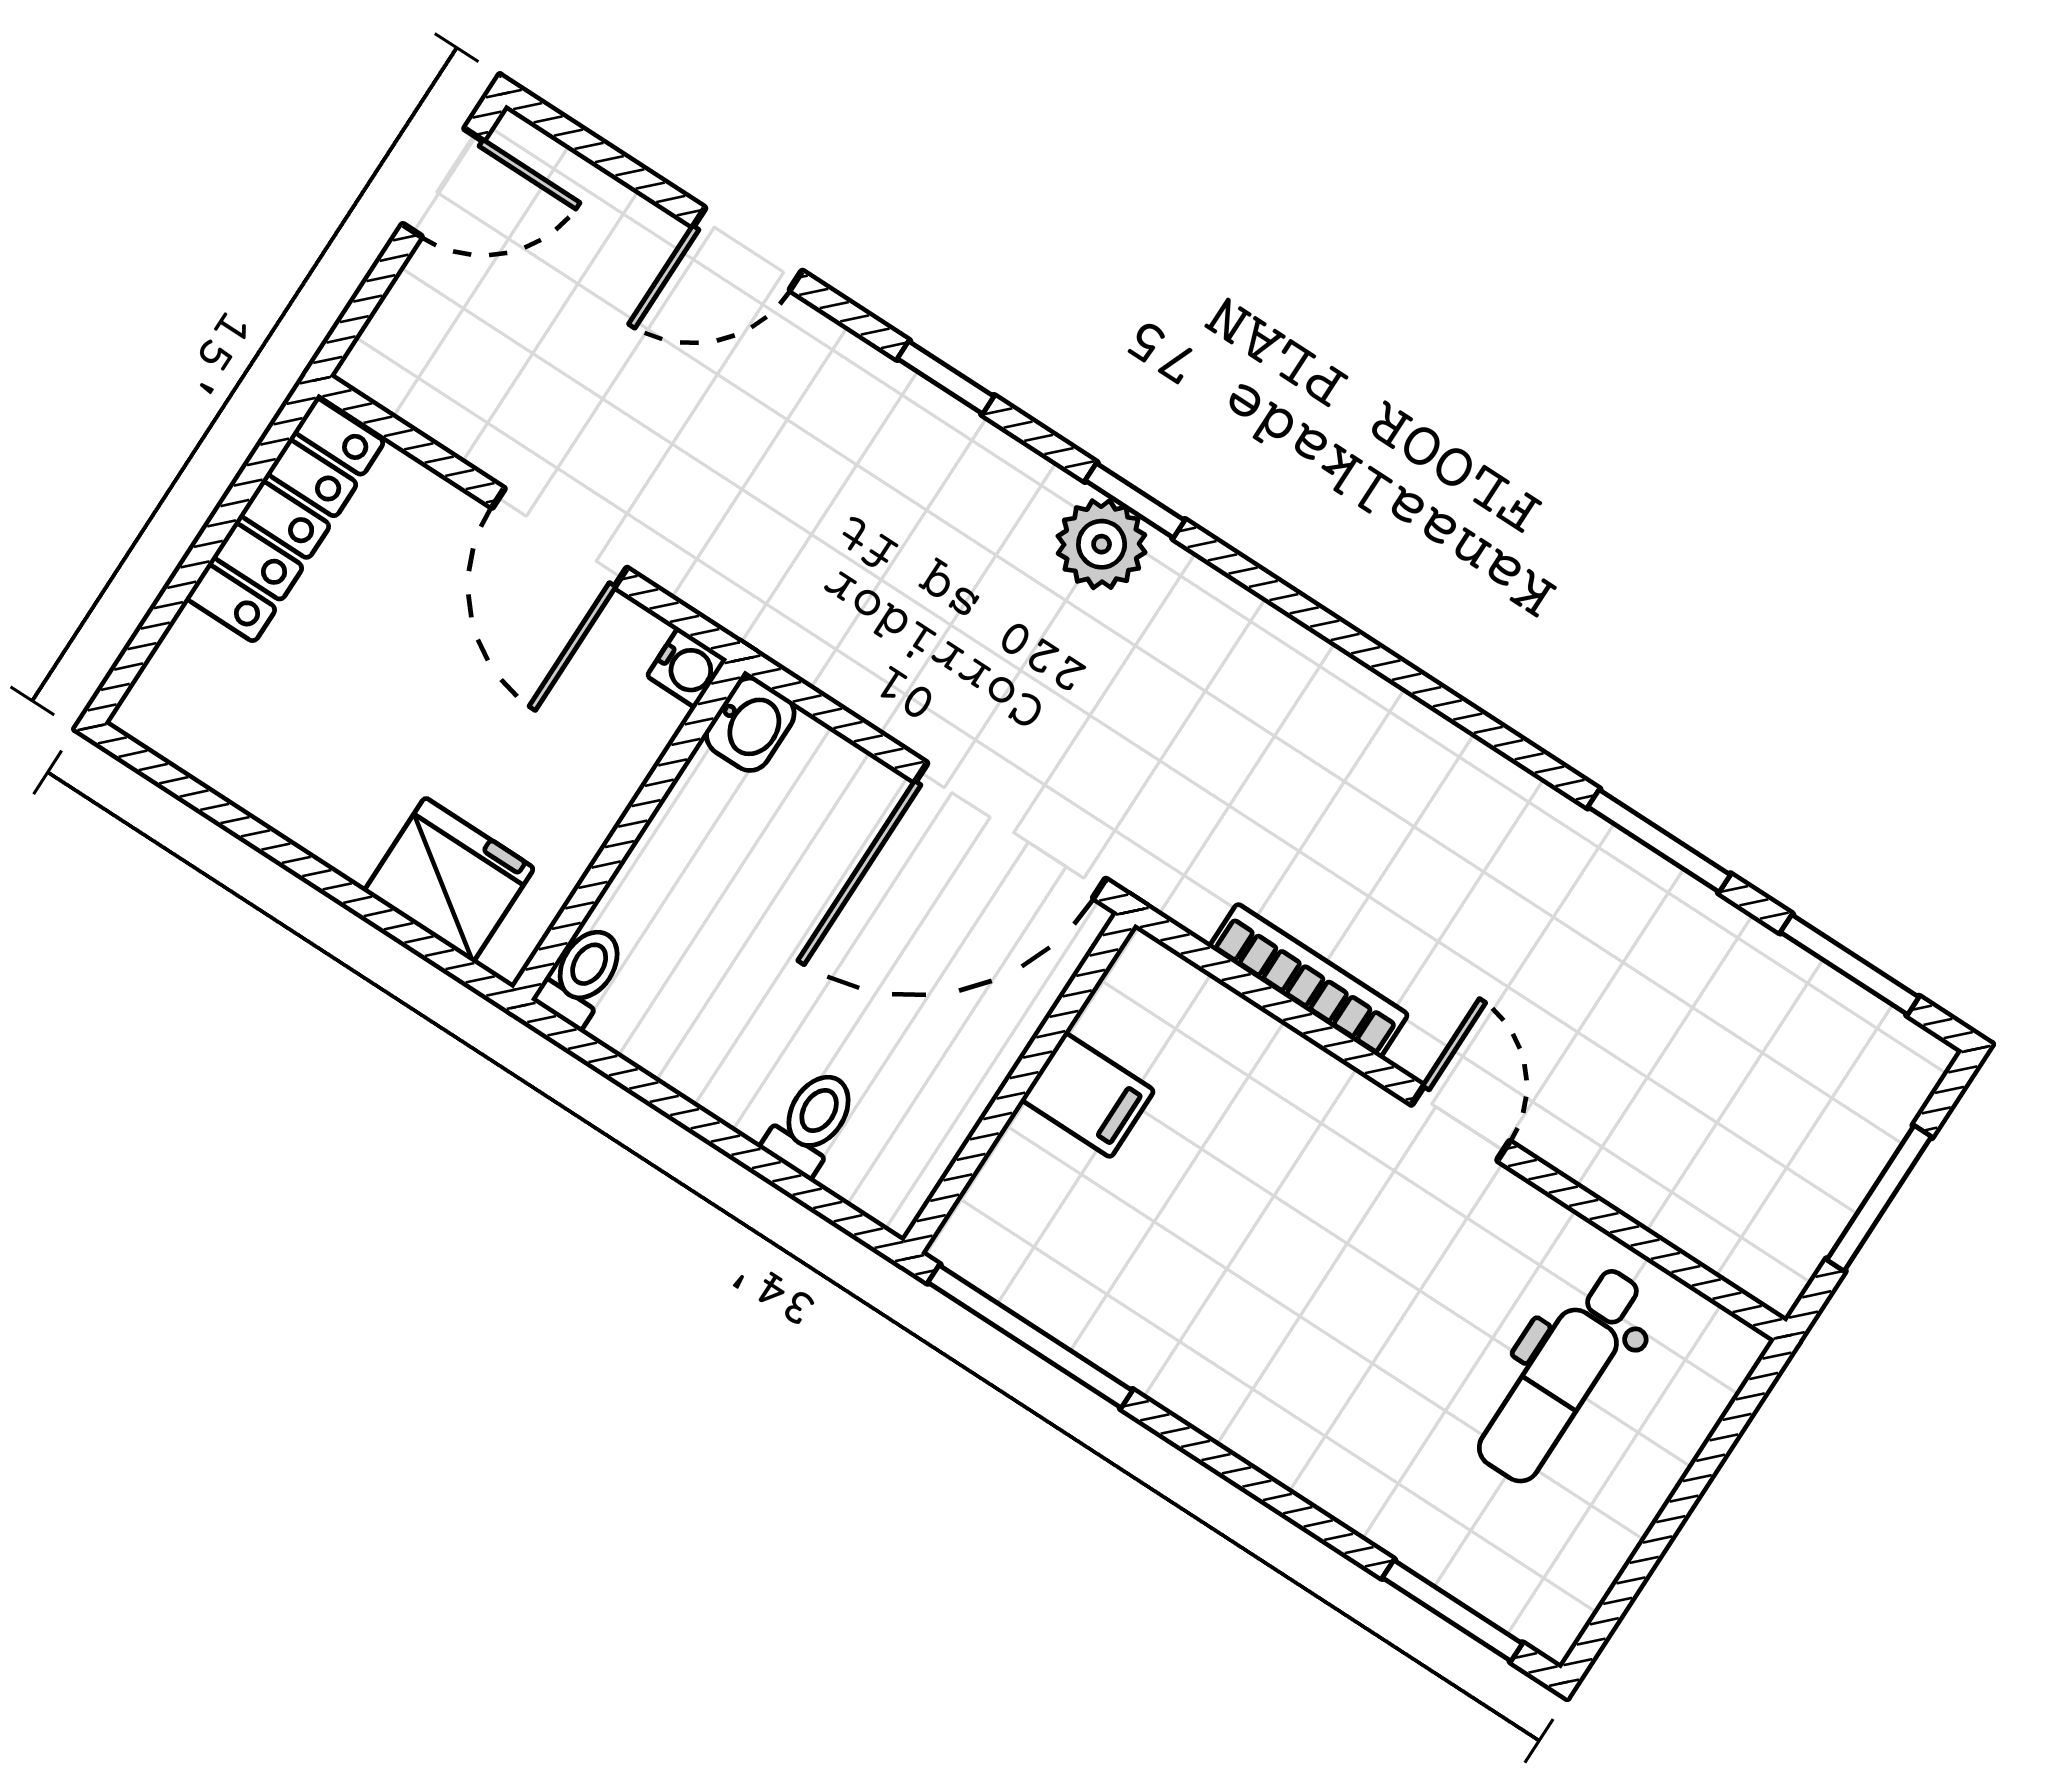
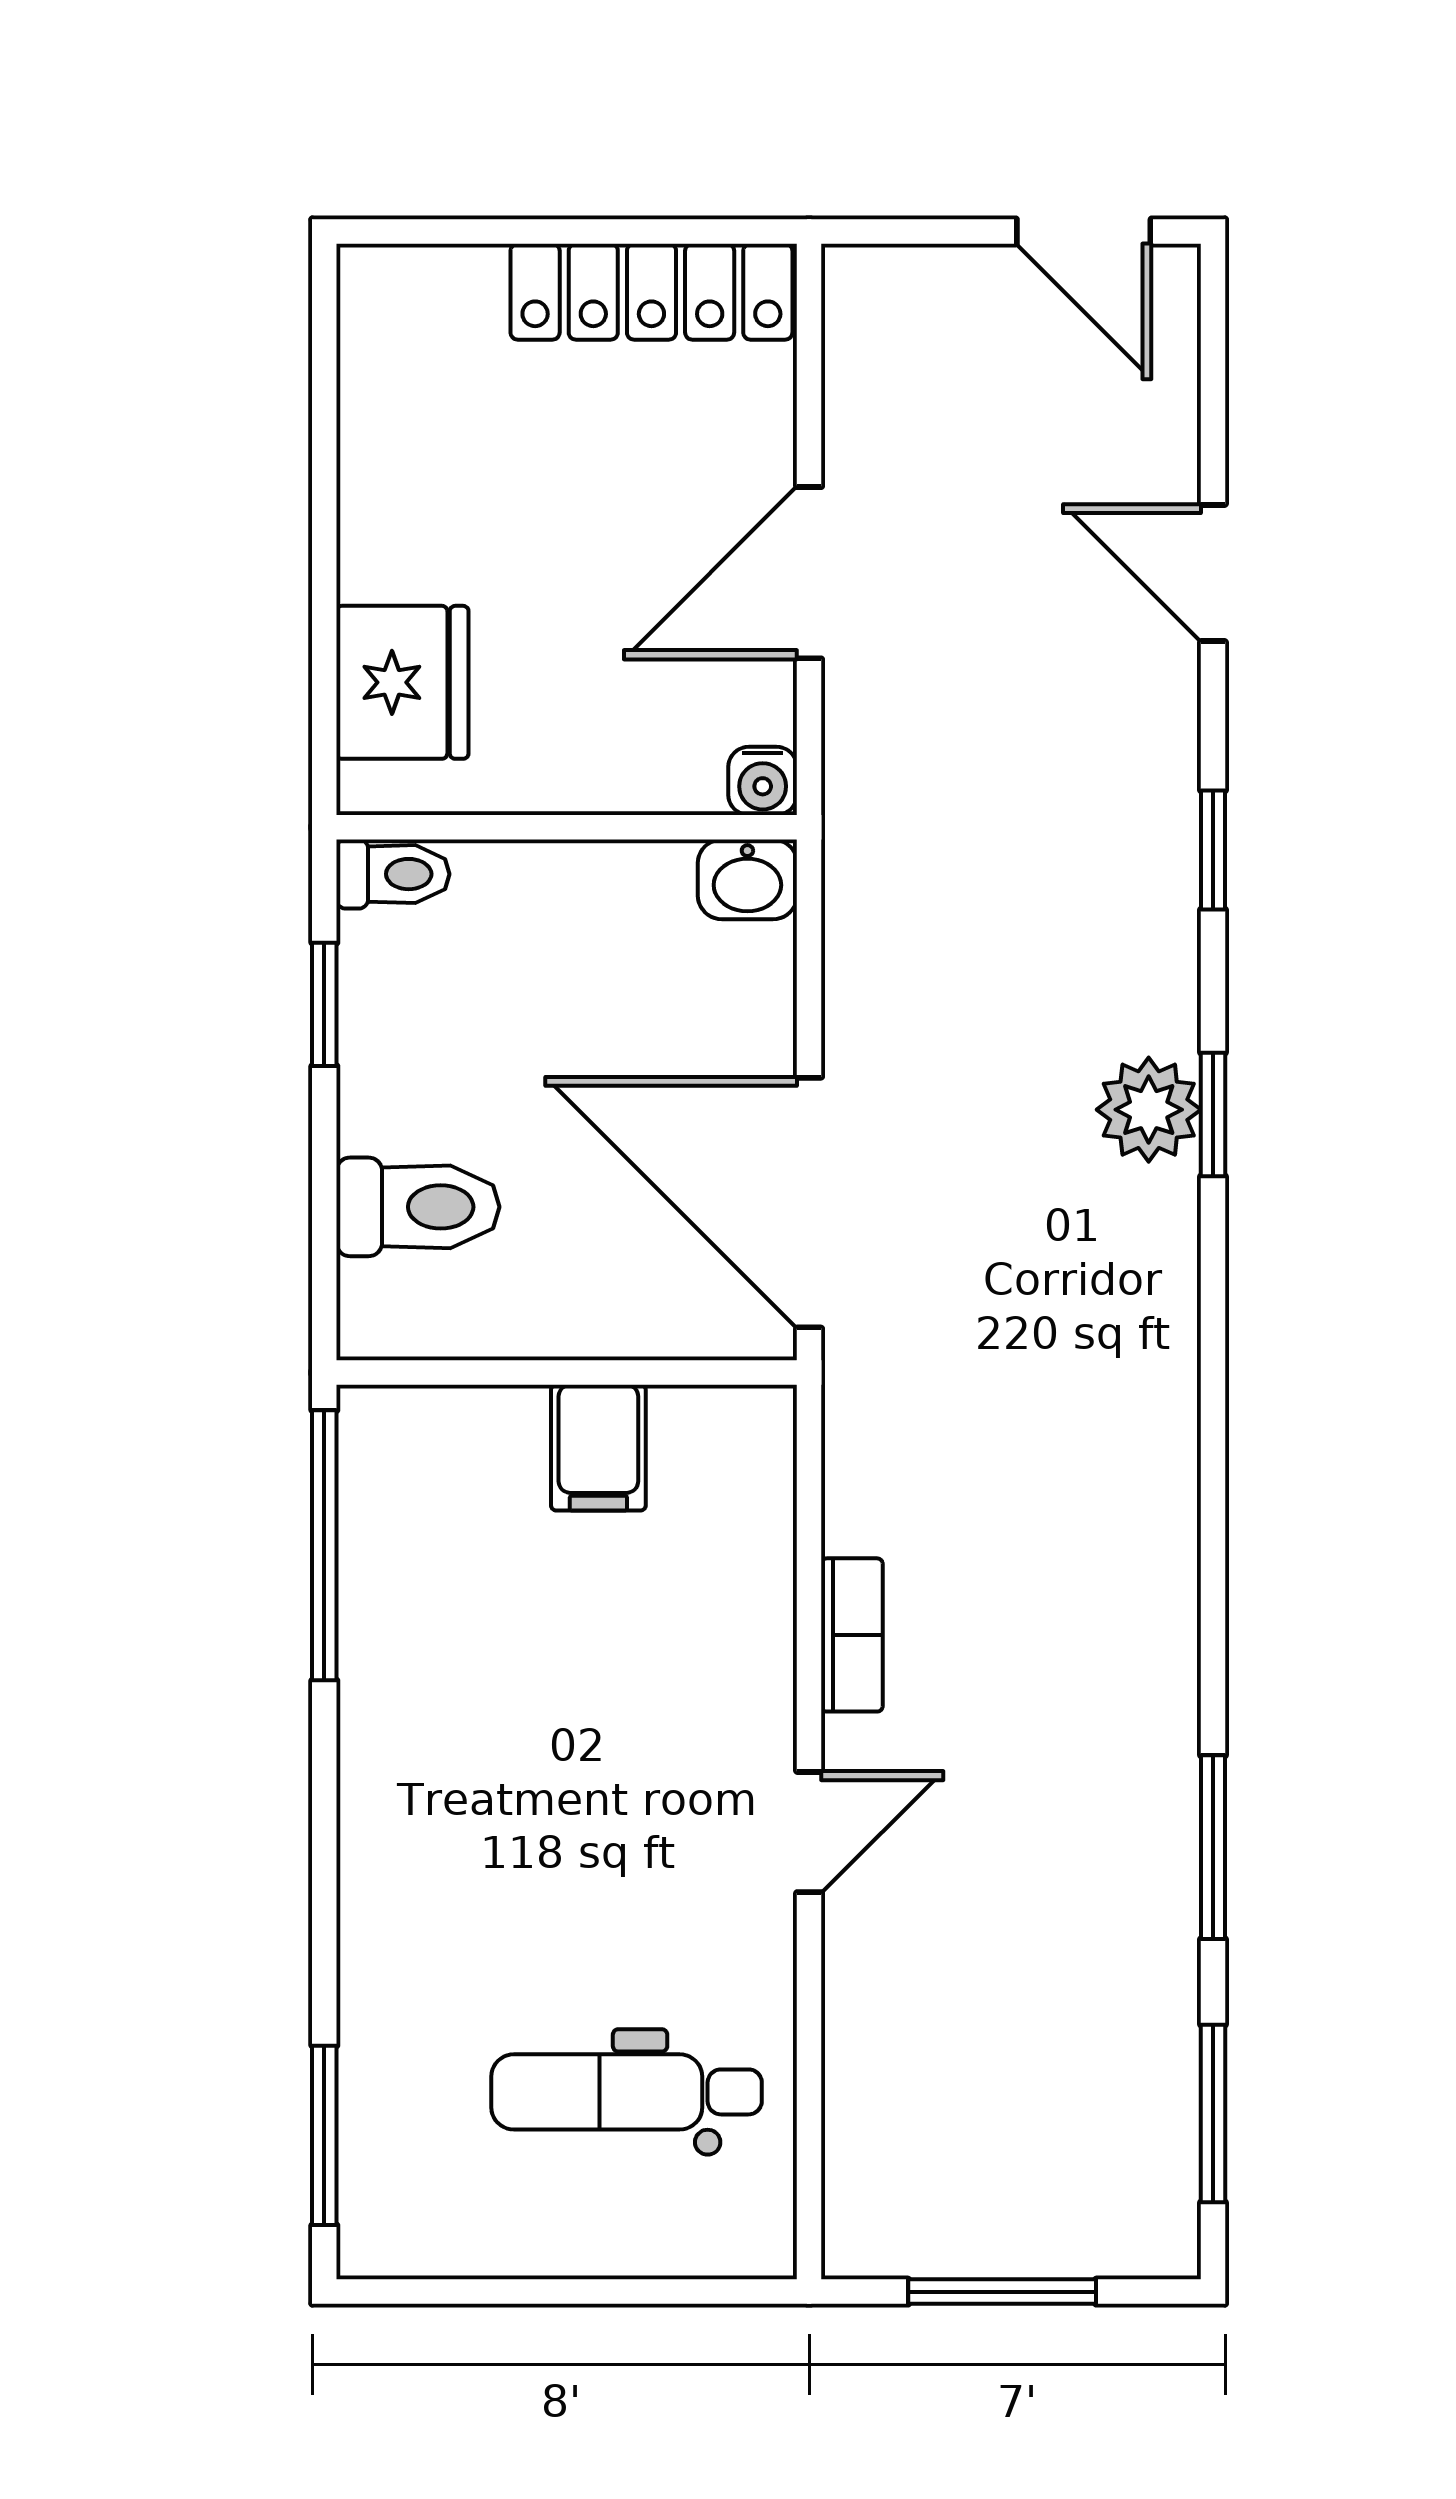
bookcase: (1309, 981) -> (852, 1635), width x0.64
window: (643, 1085) -> (324, 1004), added
toilet: (811, 1122) -> (418, 1207), width x1.37, depth x1.39

